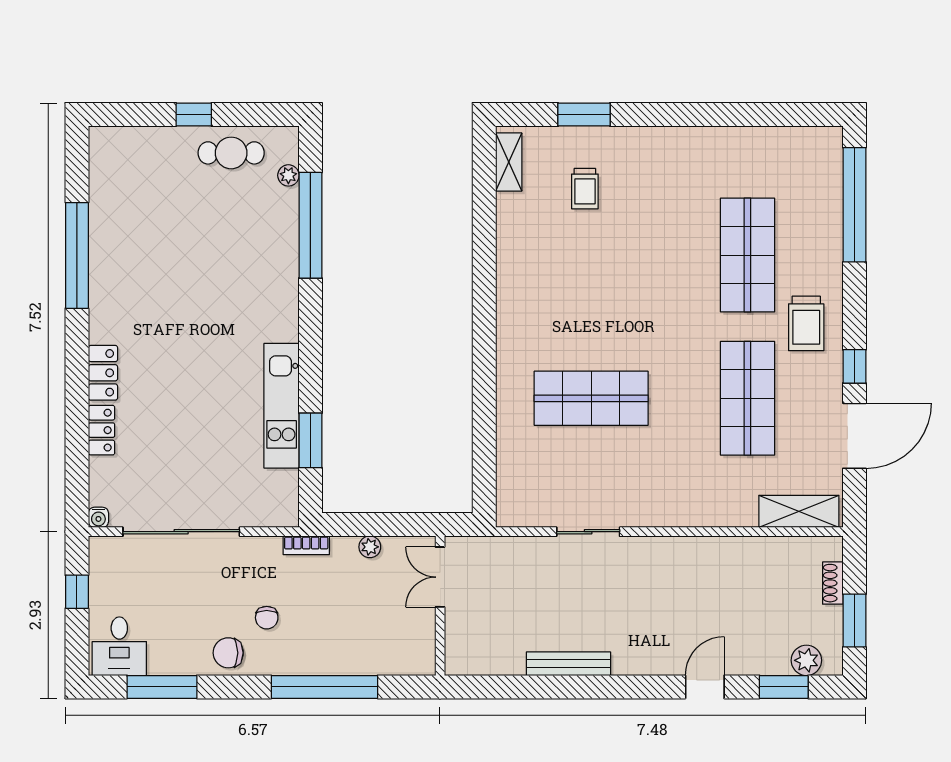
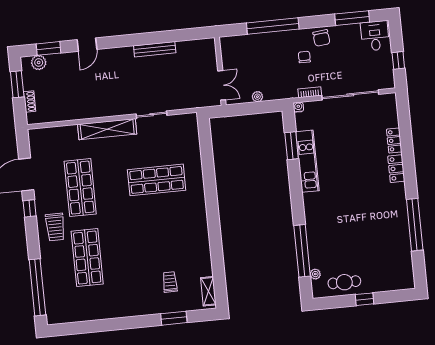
trolley: (806, 323) -> (55, 227), turned 180
shelving: (799, 511) -> (107, 129), moved, width x1.47
water cooler: (98, 517) -> (298, 107), moved
bookcase: (306, 545) -> (310, 92), moved
chair: (228, 653) -> (321, 38), turned 84

